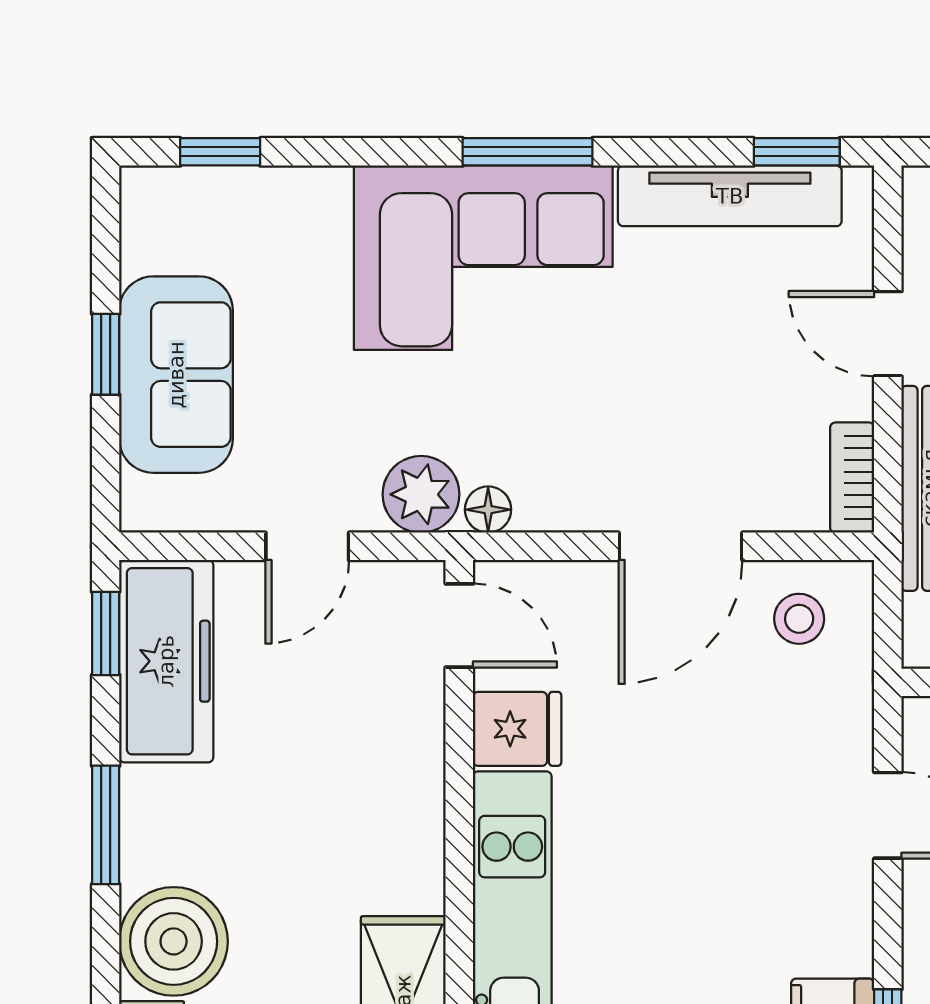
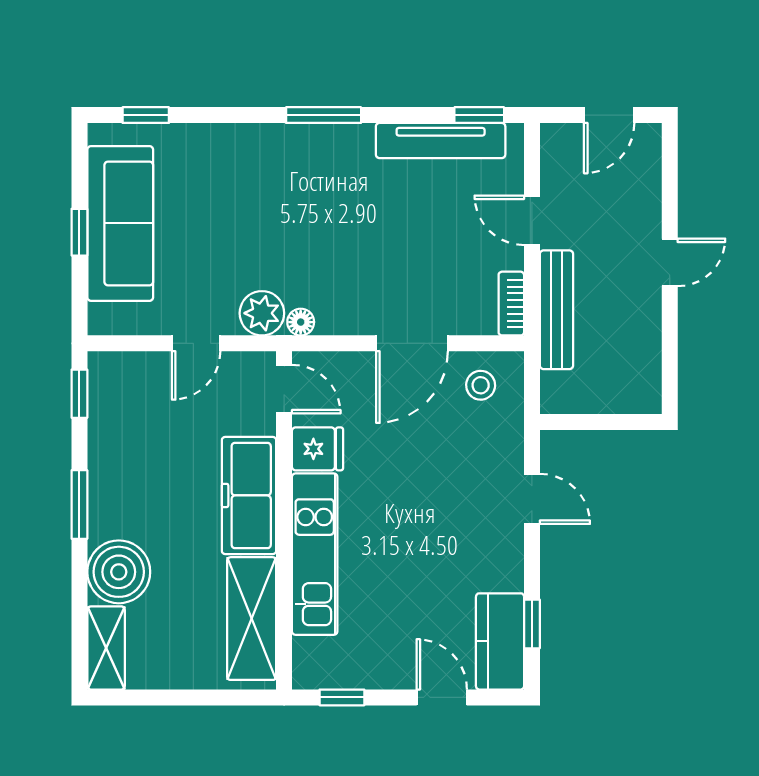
corner sofa: (483, 258) -> (298, 176), removed
sofa: (176, 375) -> (120, 223), width x1.36
freezer: (166, 661) -> (249, 495), moved, turned 180

